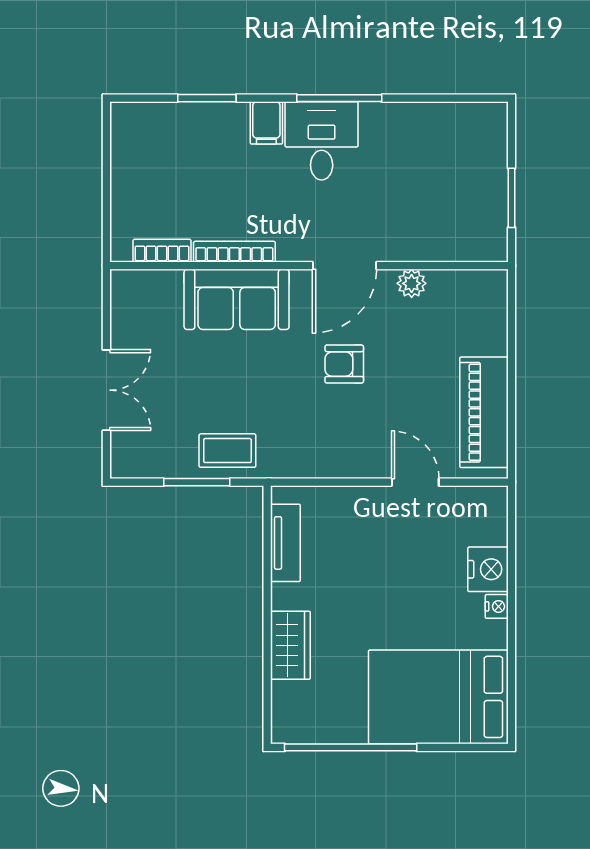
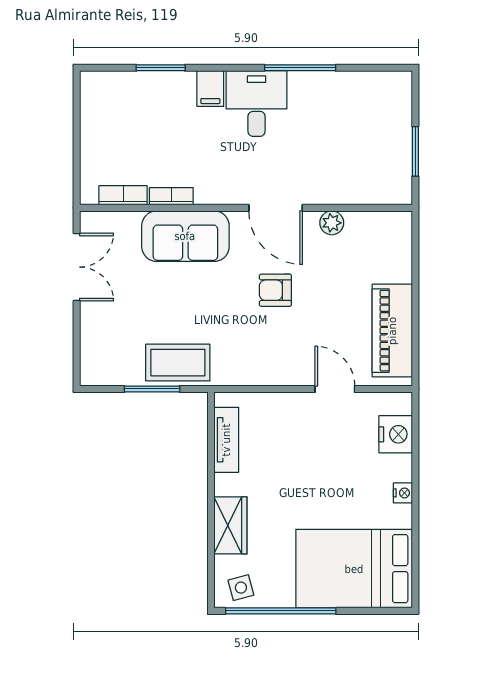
window: (339, 98) -> (300, 68), moved
bookcase: (234, 252) -> (171, 196), width x0.64
door: (344, 266) -> (276, 208), hinge flipped
double door: (106, 390) -> (77, 267), moved
coffee table: (227, 451) -> (178, 363), width x1.36, depth x1.30
nightstand: (488, 569) -> (396, 434), moved
side table: (303, 720) -> (241, 588), added

